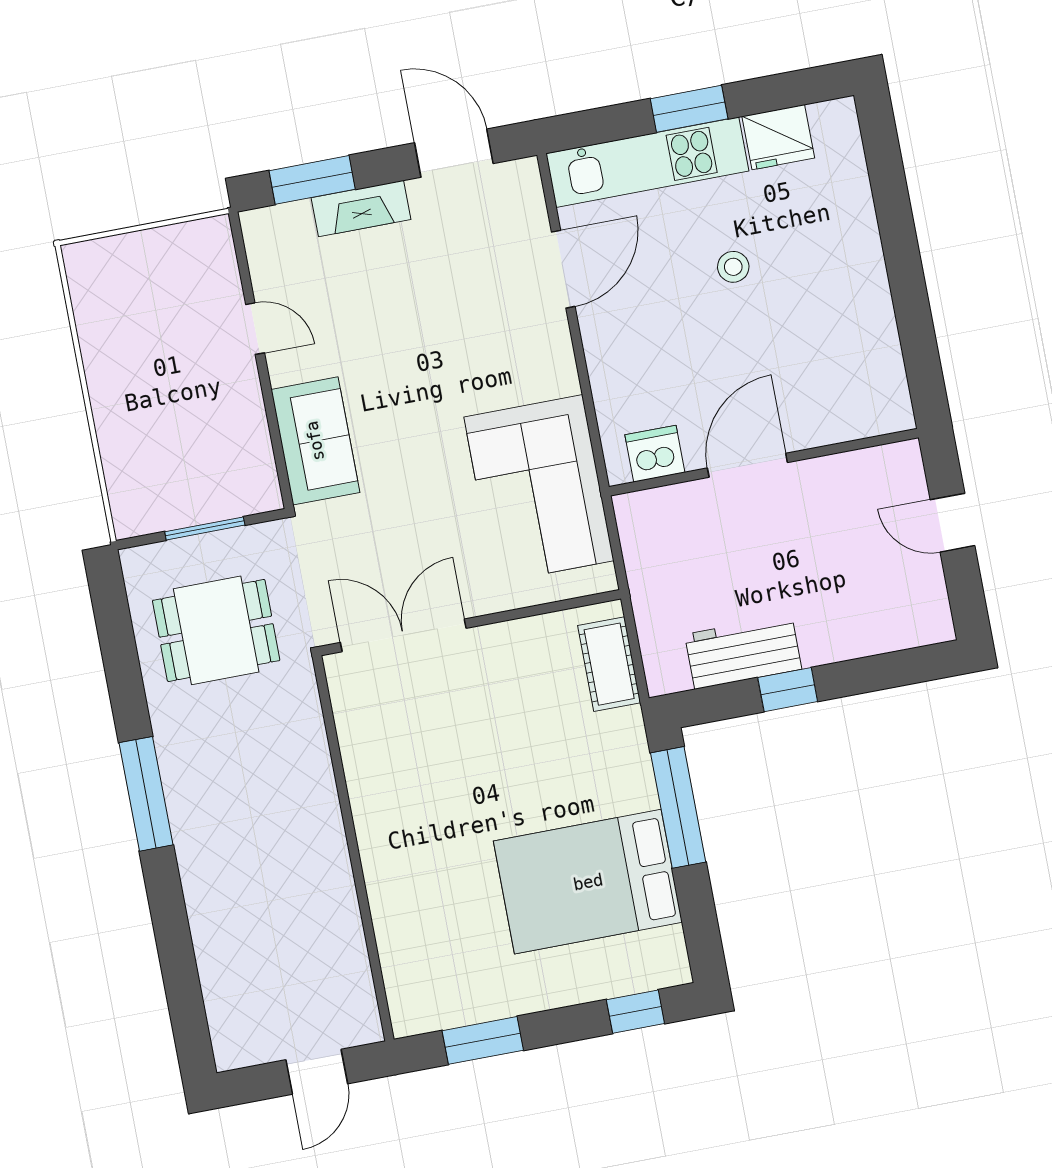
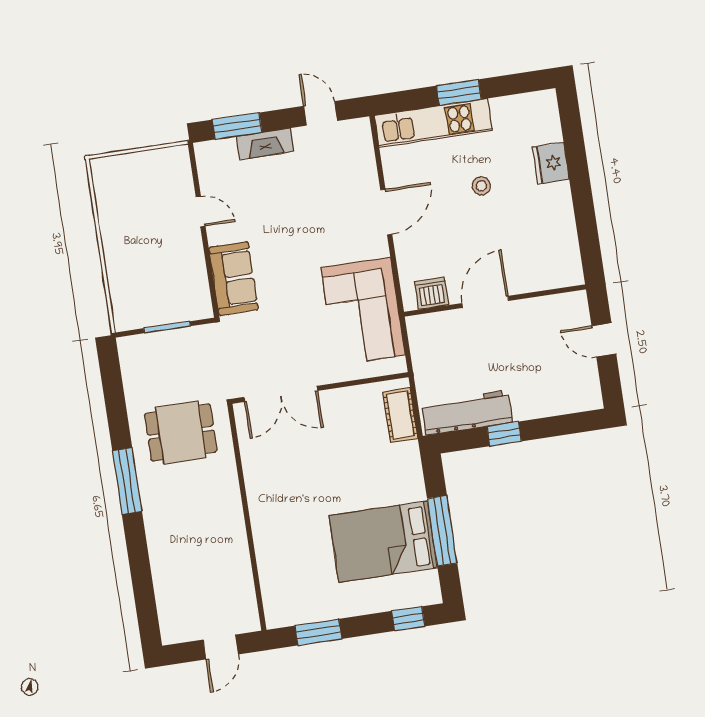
fridge: (778, 137) -> (551, 163), moved, turned 90
door: (454, 153) -> (321, 113), width x0.73
door: (563, 269) -> (386, 212), moved
dining table: (216, 630) -> (181, 433), moved
double door: (403, 635) -> (281, 394), swing flipped
workbench: (743, 652) -> (467, 413), width x1.37
window: (678, 807) -> (442, 531), moved

